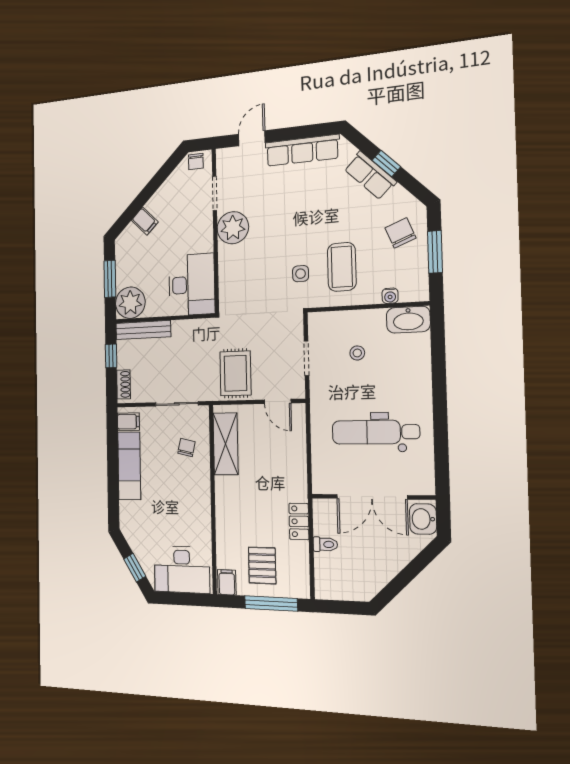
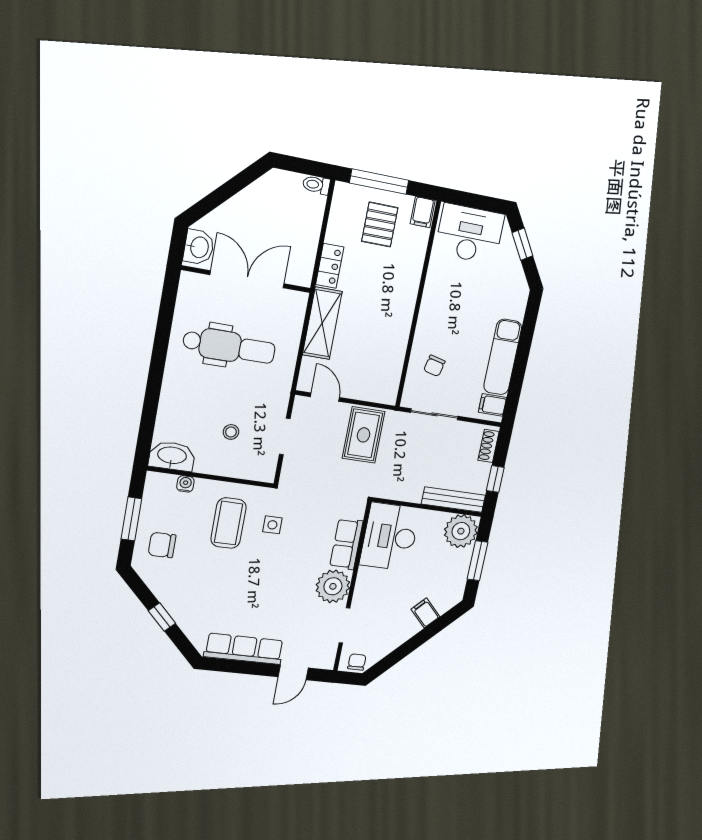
row of seats: (370, 175) -> (346, 544), moved, turned -135
chair: (400, 233) -> (162, 545), turned 112
shelving: (226, 444) -> (322, 323), moved
toilet: (325, 544) -> (316, 185), moved

